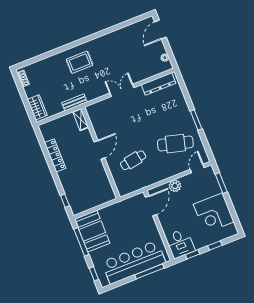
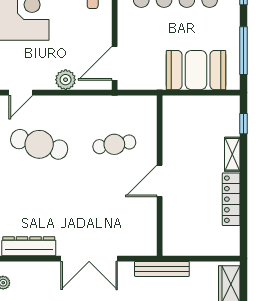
double door: (122, 90) -> (89, 259), width x1.37
bench: (74, 102) -> (162, 269), width x1.36
shelving: (81, 120) -> (232, 154), moved
booth: (92, 231) -> (196, 70), moved, turned 90

